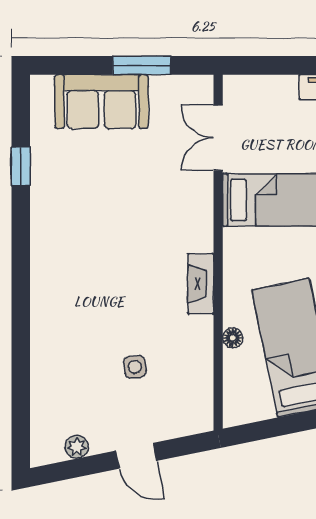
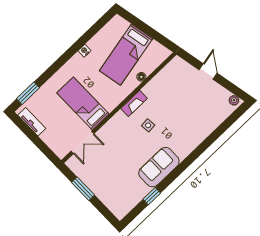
sofa: (101, 102) -> (159, 167), moved, turned -90
side table: (135, 367) -> (148, 125), moved
plant: (77, 447) -> (234, 100), moved

